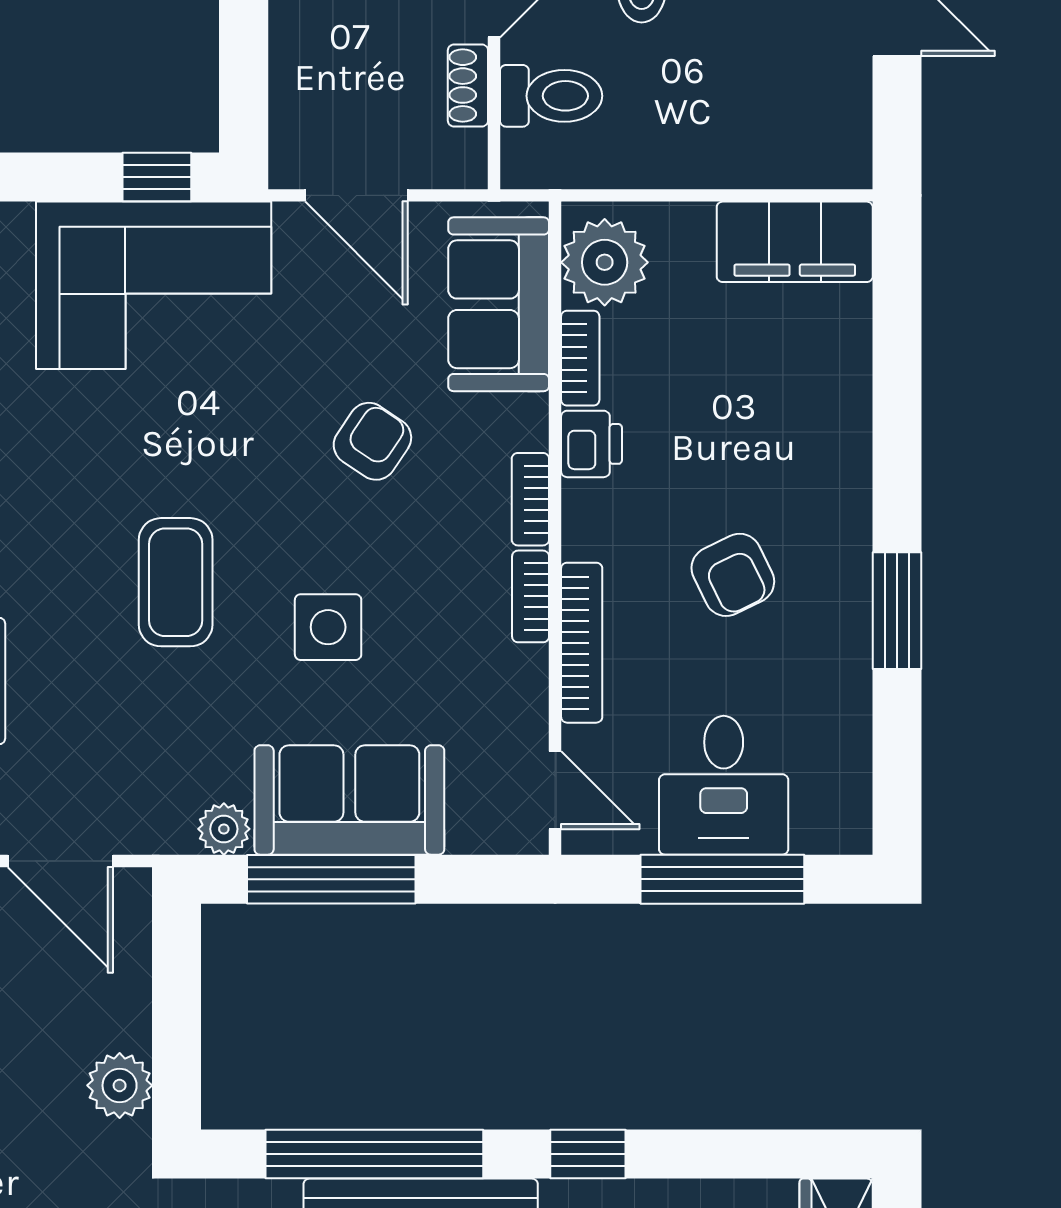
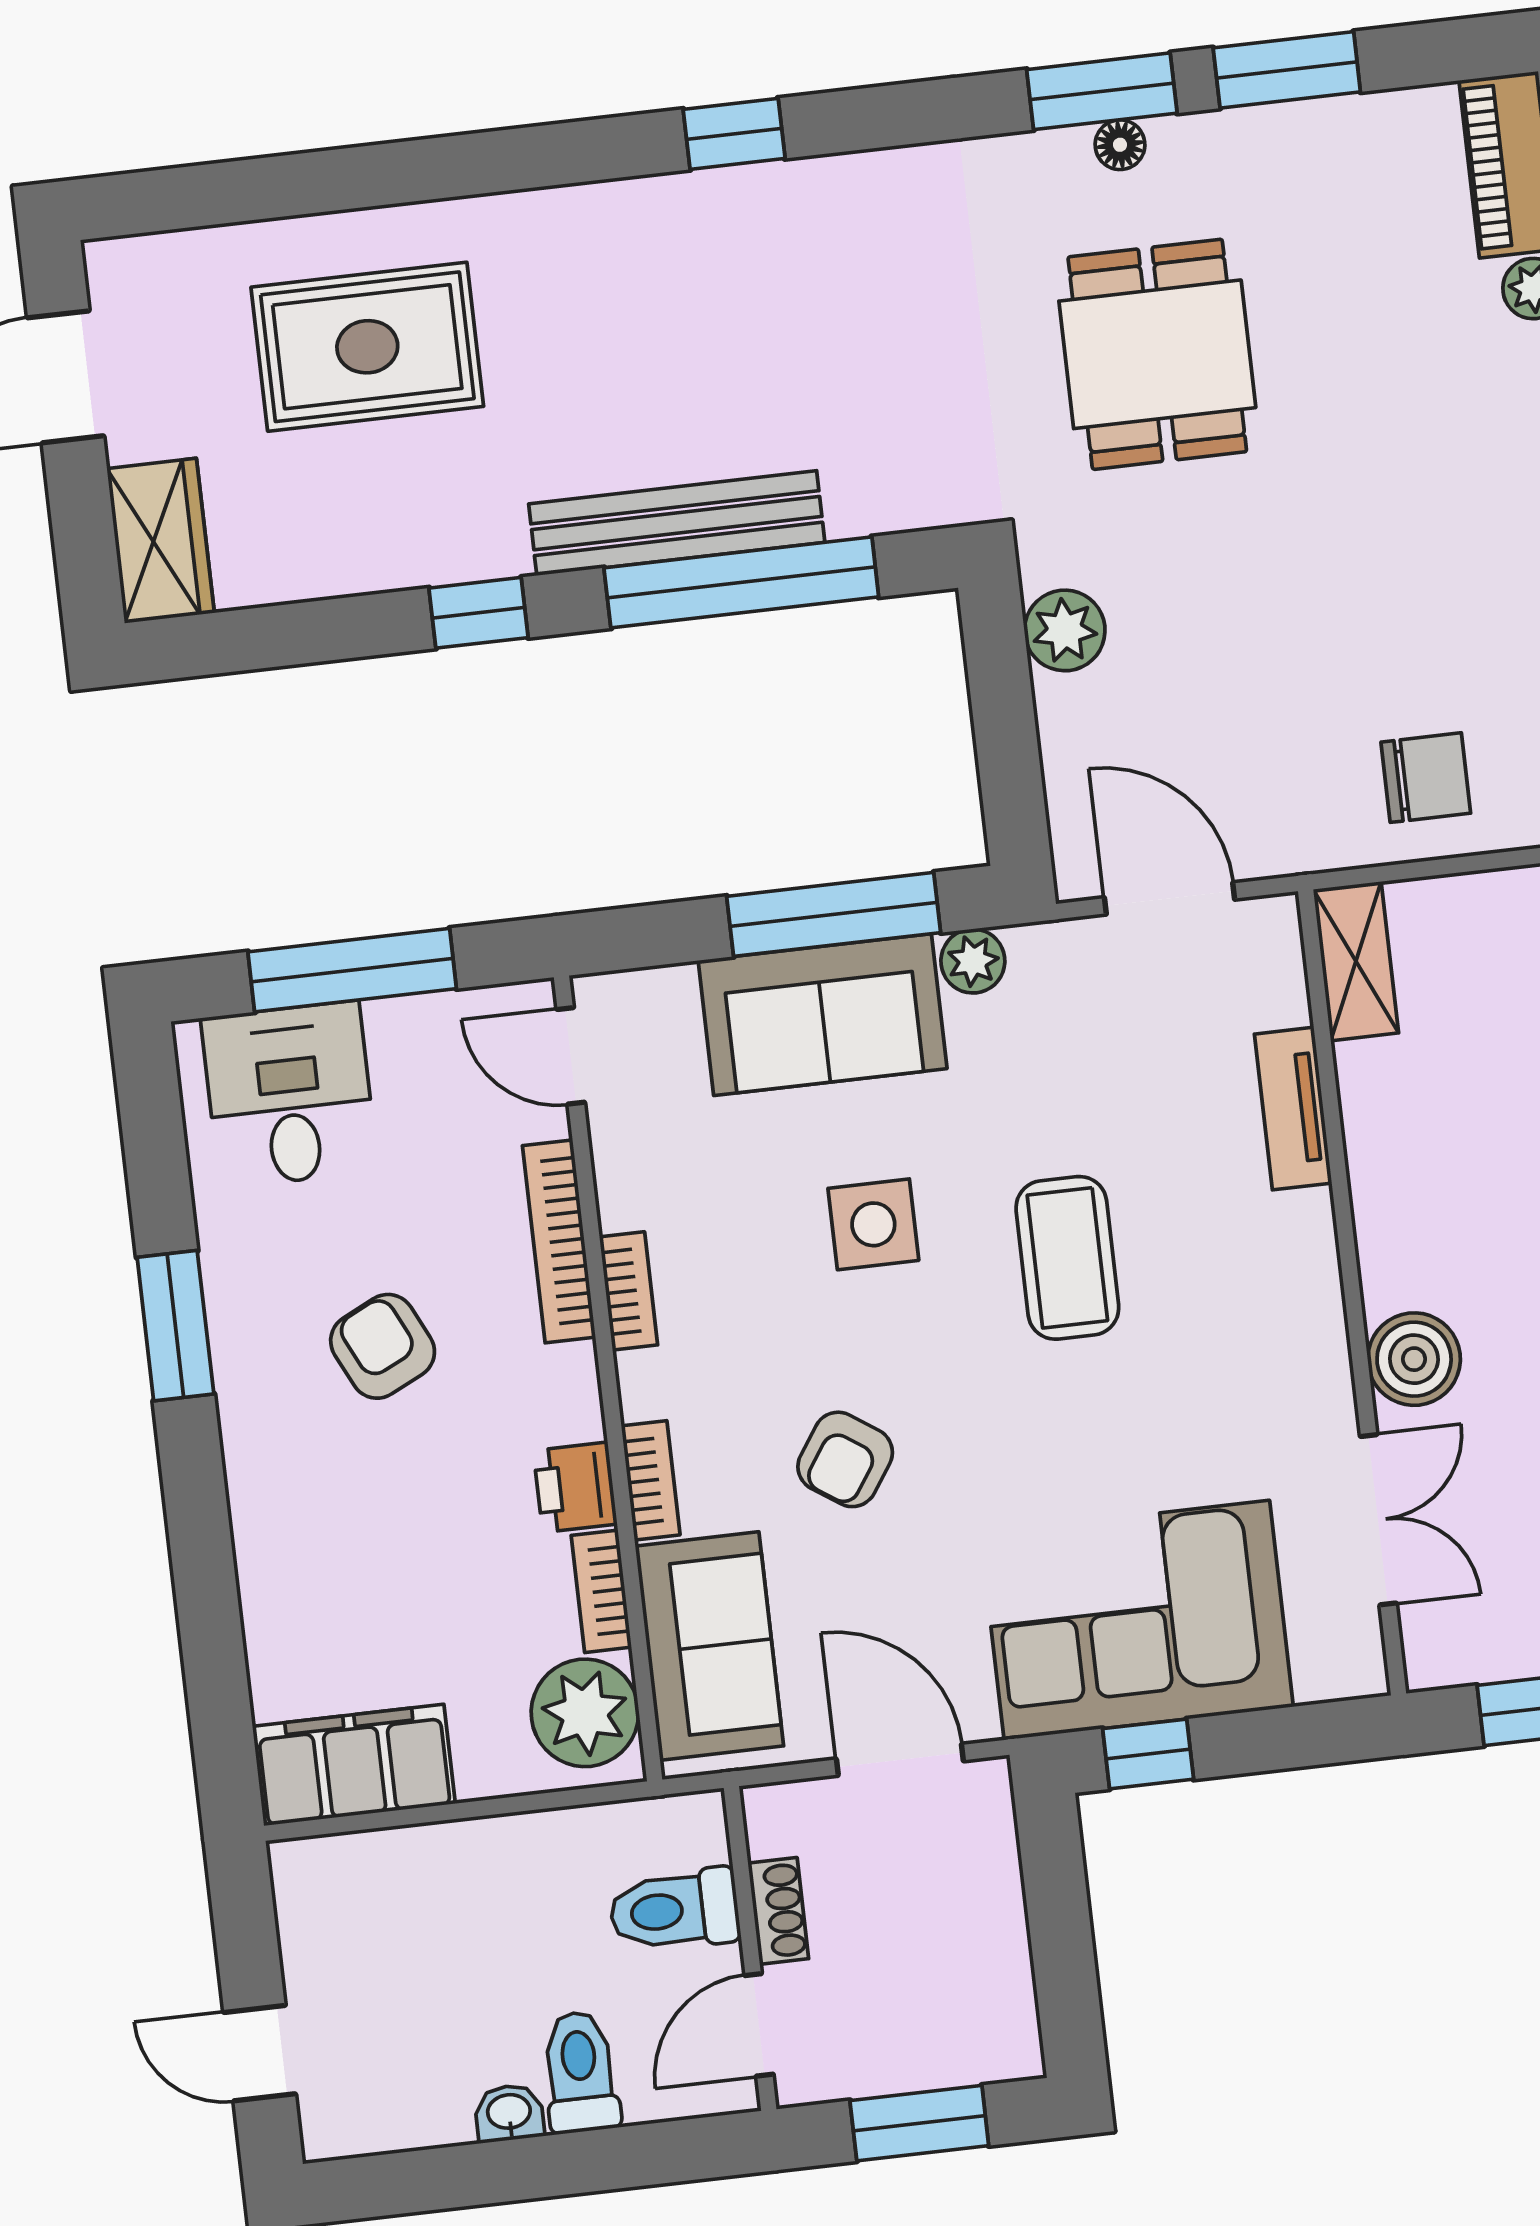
bookcase: (530, 499) -> (651, 1480), moved
desk: (724, 785) -> (289, 1095), moved

